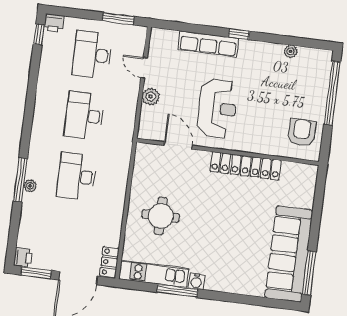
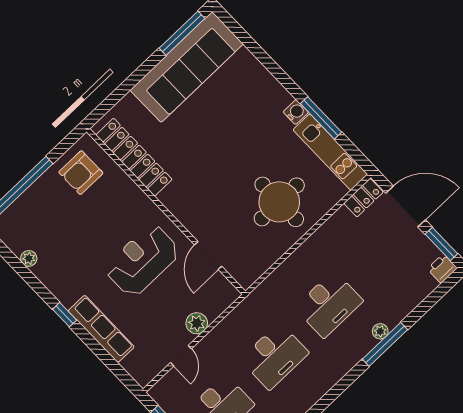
locker: (246, 166) -> (134, 157), moved
round table: (161, 216) -> (279, 202), width x1.36, depth x1.36

